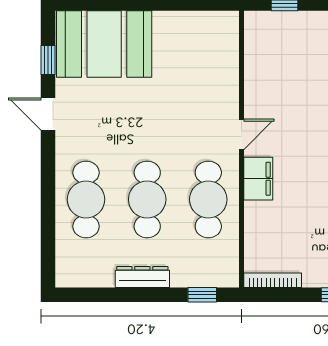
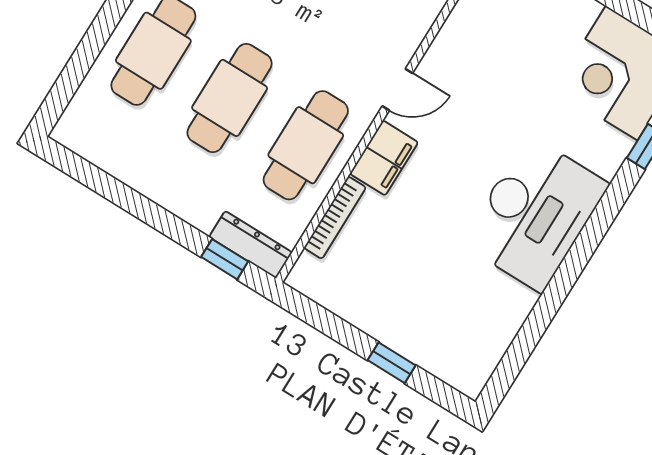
dresser: (142, 277) -> (251, 245), moved
bookcase: (273, 280) -> (335, 218), moved, turned 90

